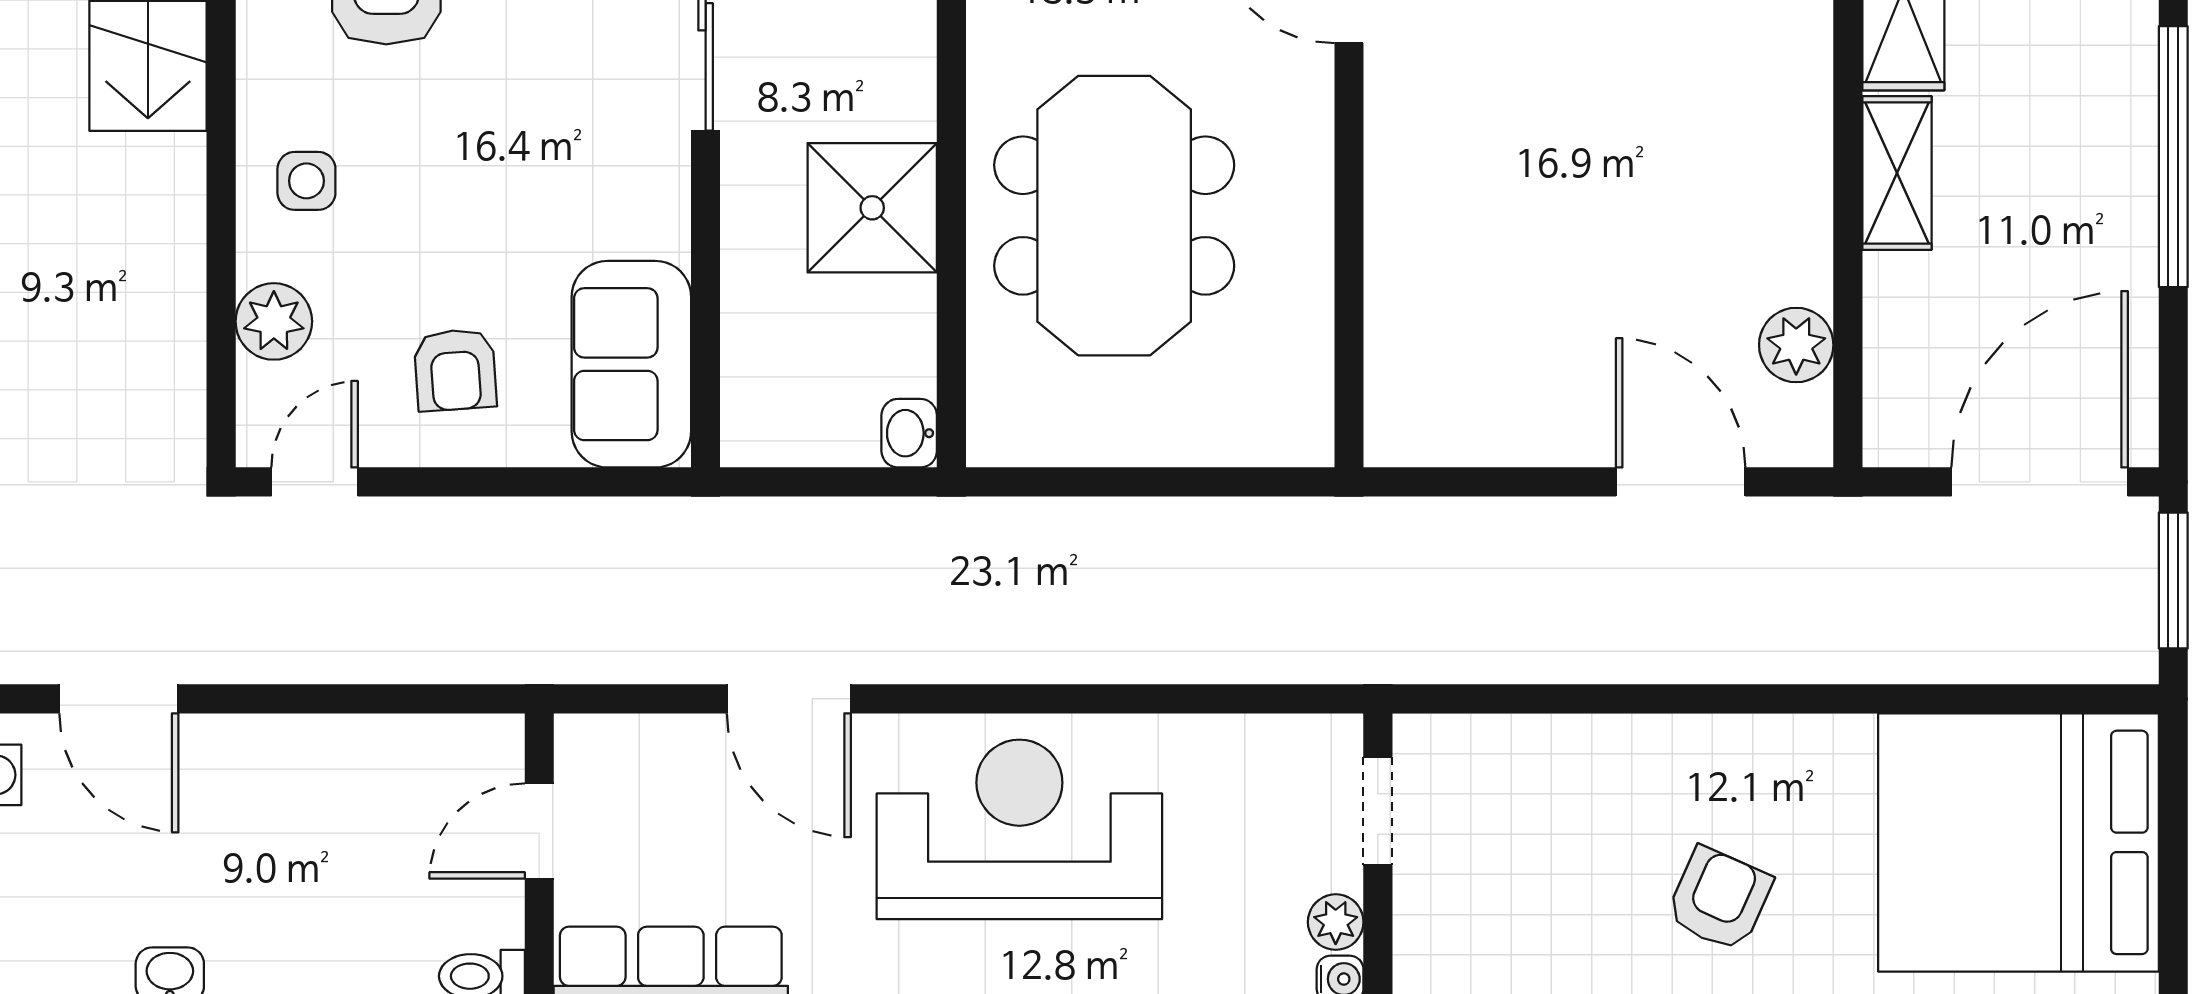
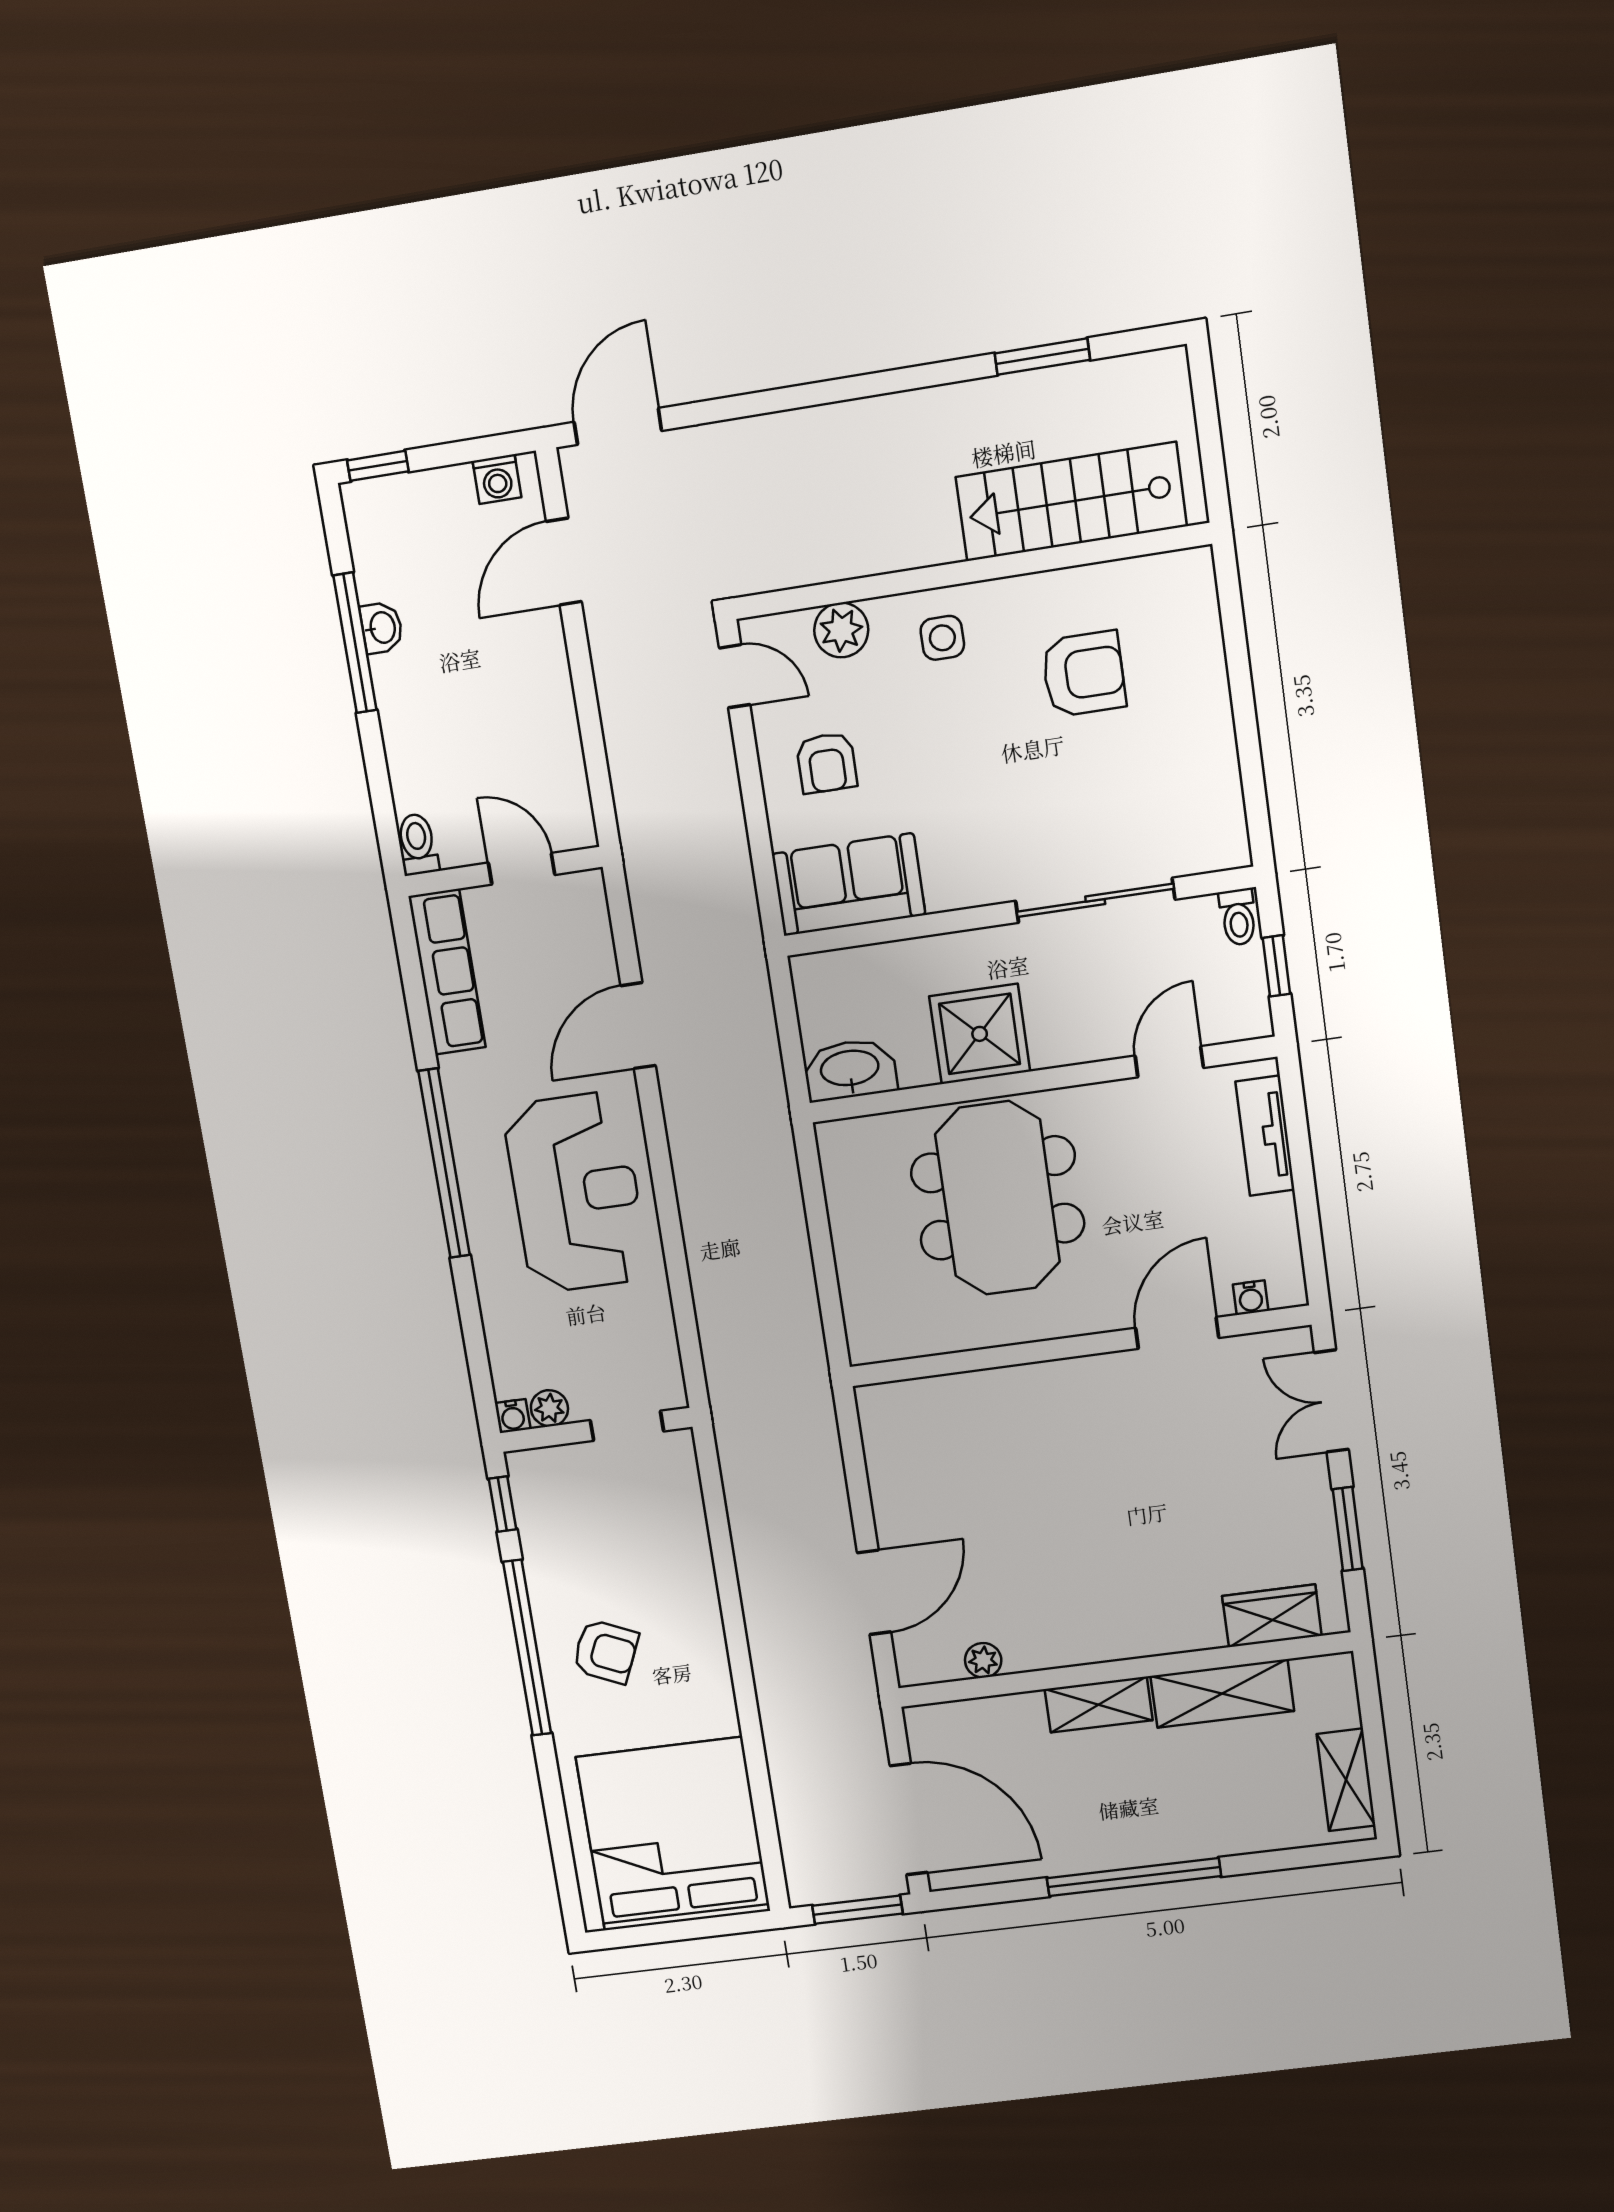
meeting table: (1114, 216) -> (998, 1198), turned 90
plant: (1796, 345) -> (983, 1660), width x0.73, depth x0.73
armchair: (455, 370) -> (827, 763), turned -86
washbasin: (909, 433) -> (850, 1070), width x1.91, depth x1.45

